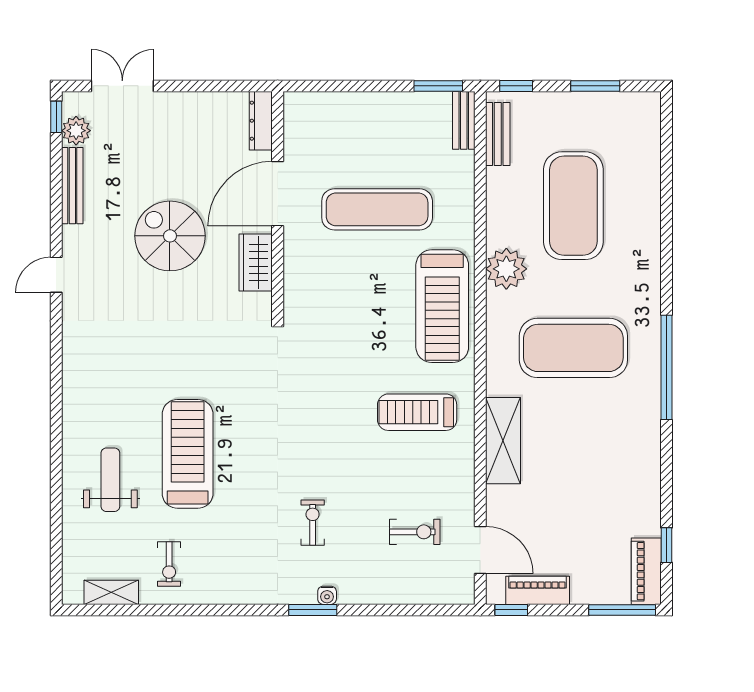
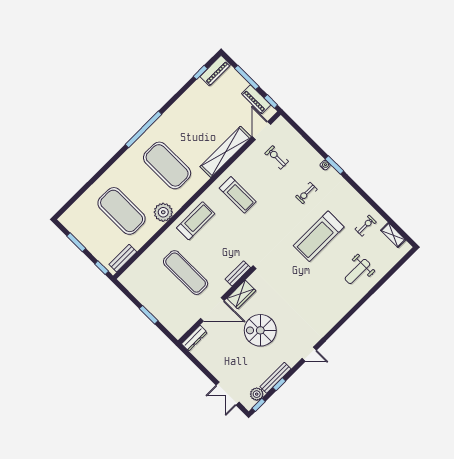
window: (438, 86) -> (149, 315), moved
bench: (464, 120) -> (238, 273), moved
window: (56, 181) -> (279, 384), added
exercise mat: (573, 206) -> (122, 211), turned 90
spiral stairs: (170, 236) -> (260, 330), turned 90
treadmill: (442, 306) -> (196, 221), width x0.73, depth x0.73
shelving: (503, 441) -> (226, 152), width x1.47
treadmill: (188, 454) -> (319, 236), moved
window: (622, 610) -> (247, 77), moved

